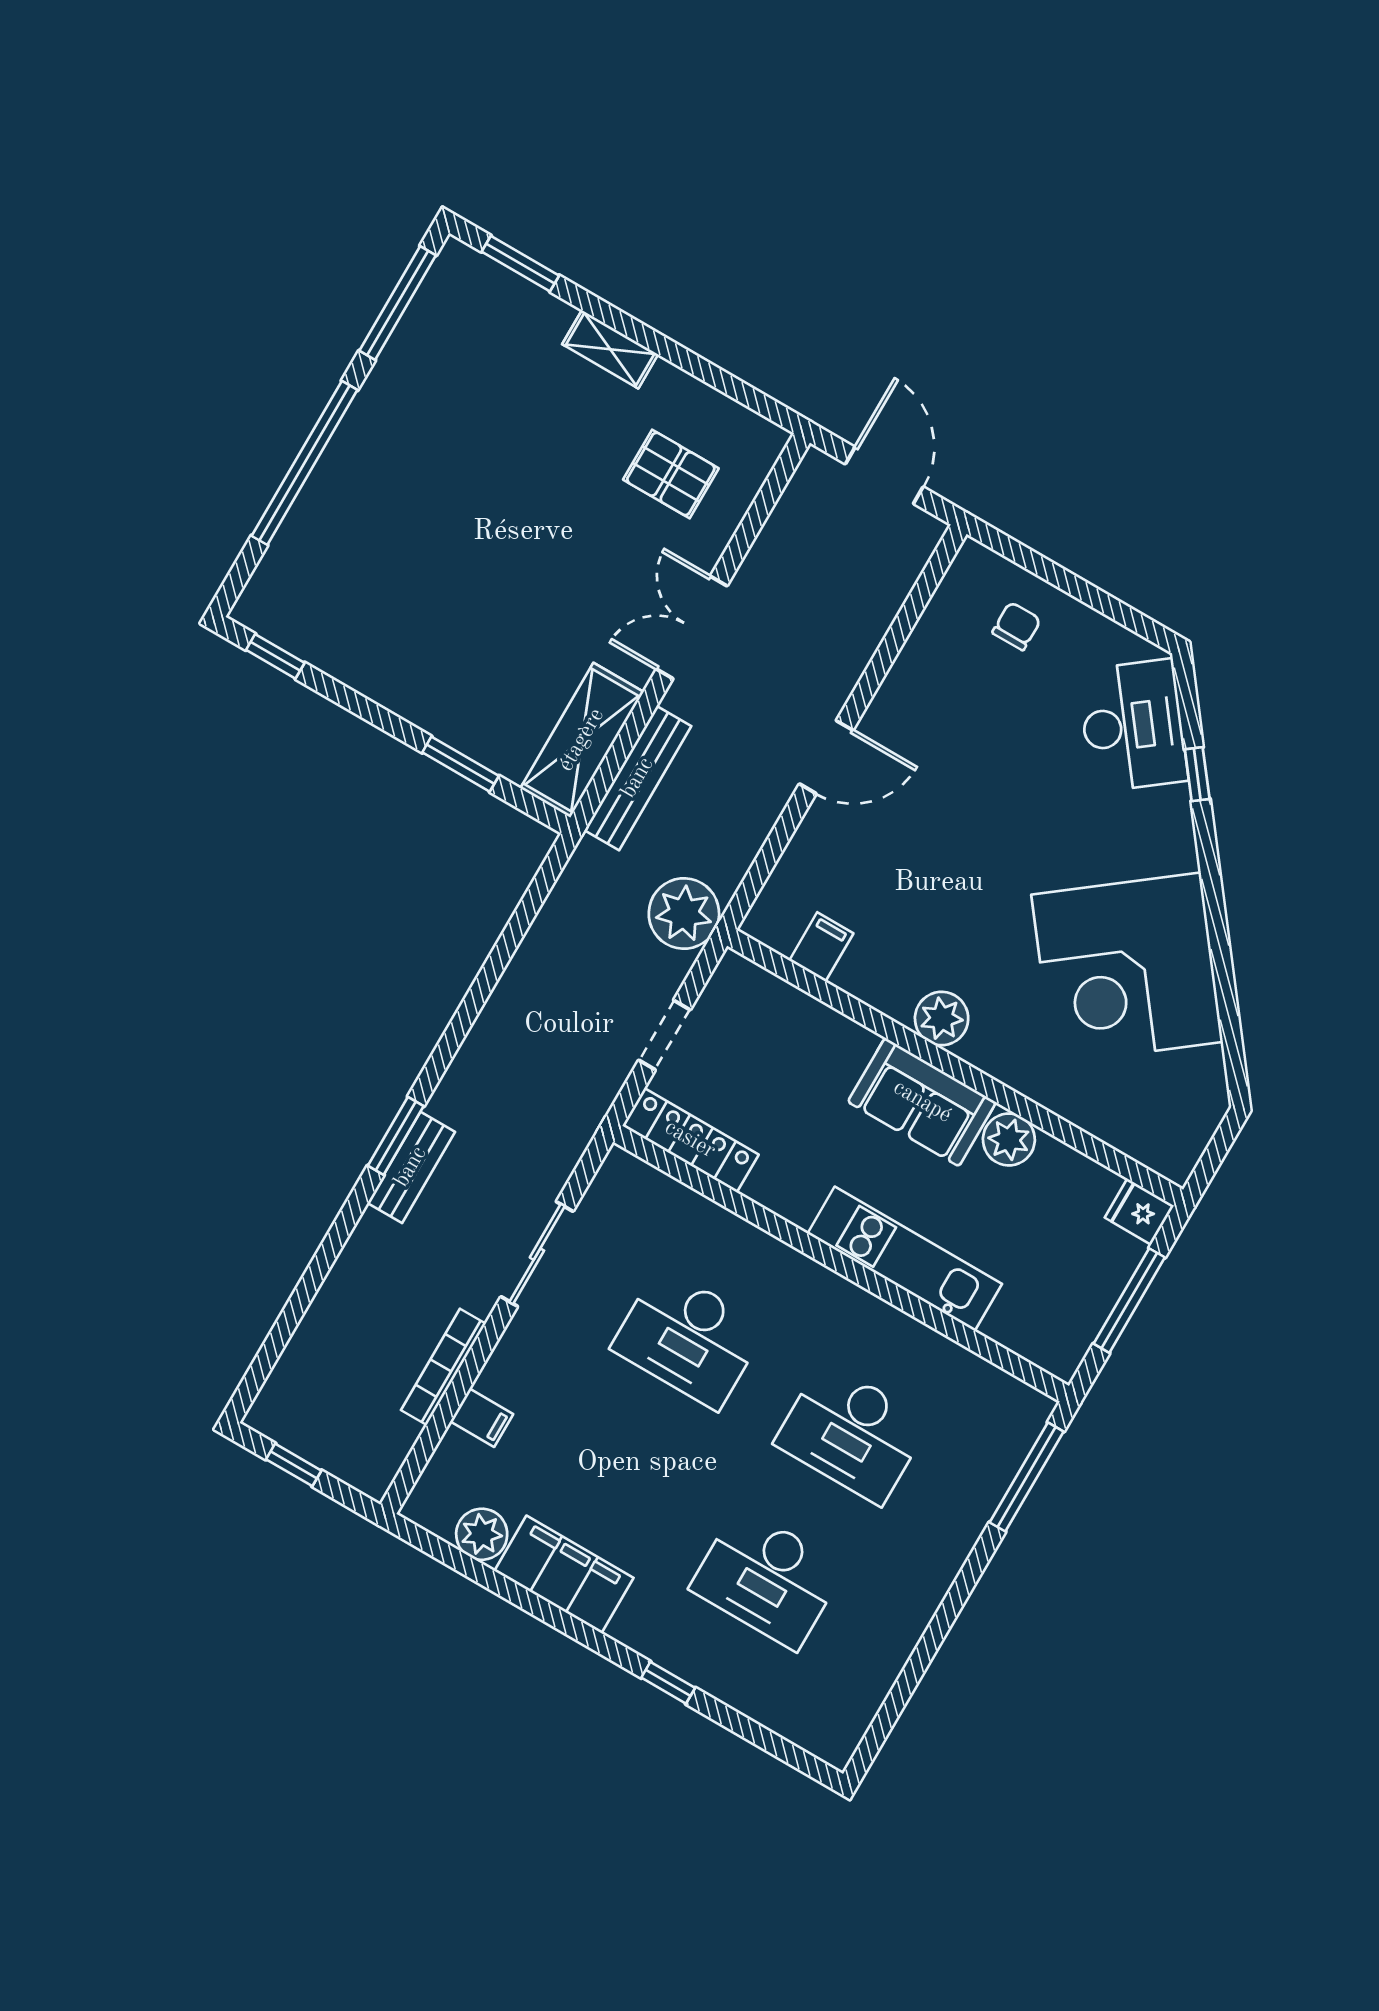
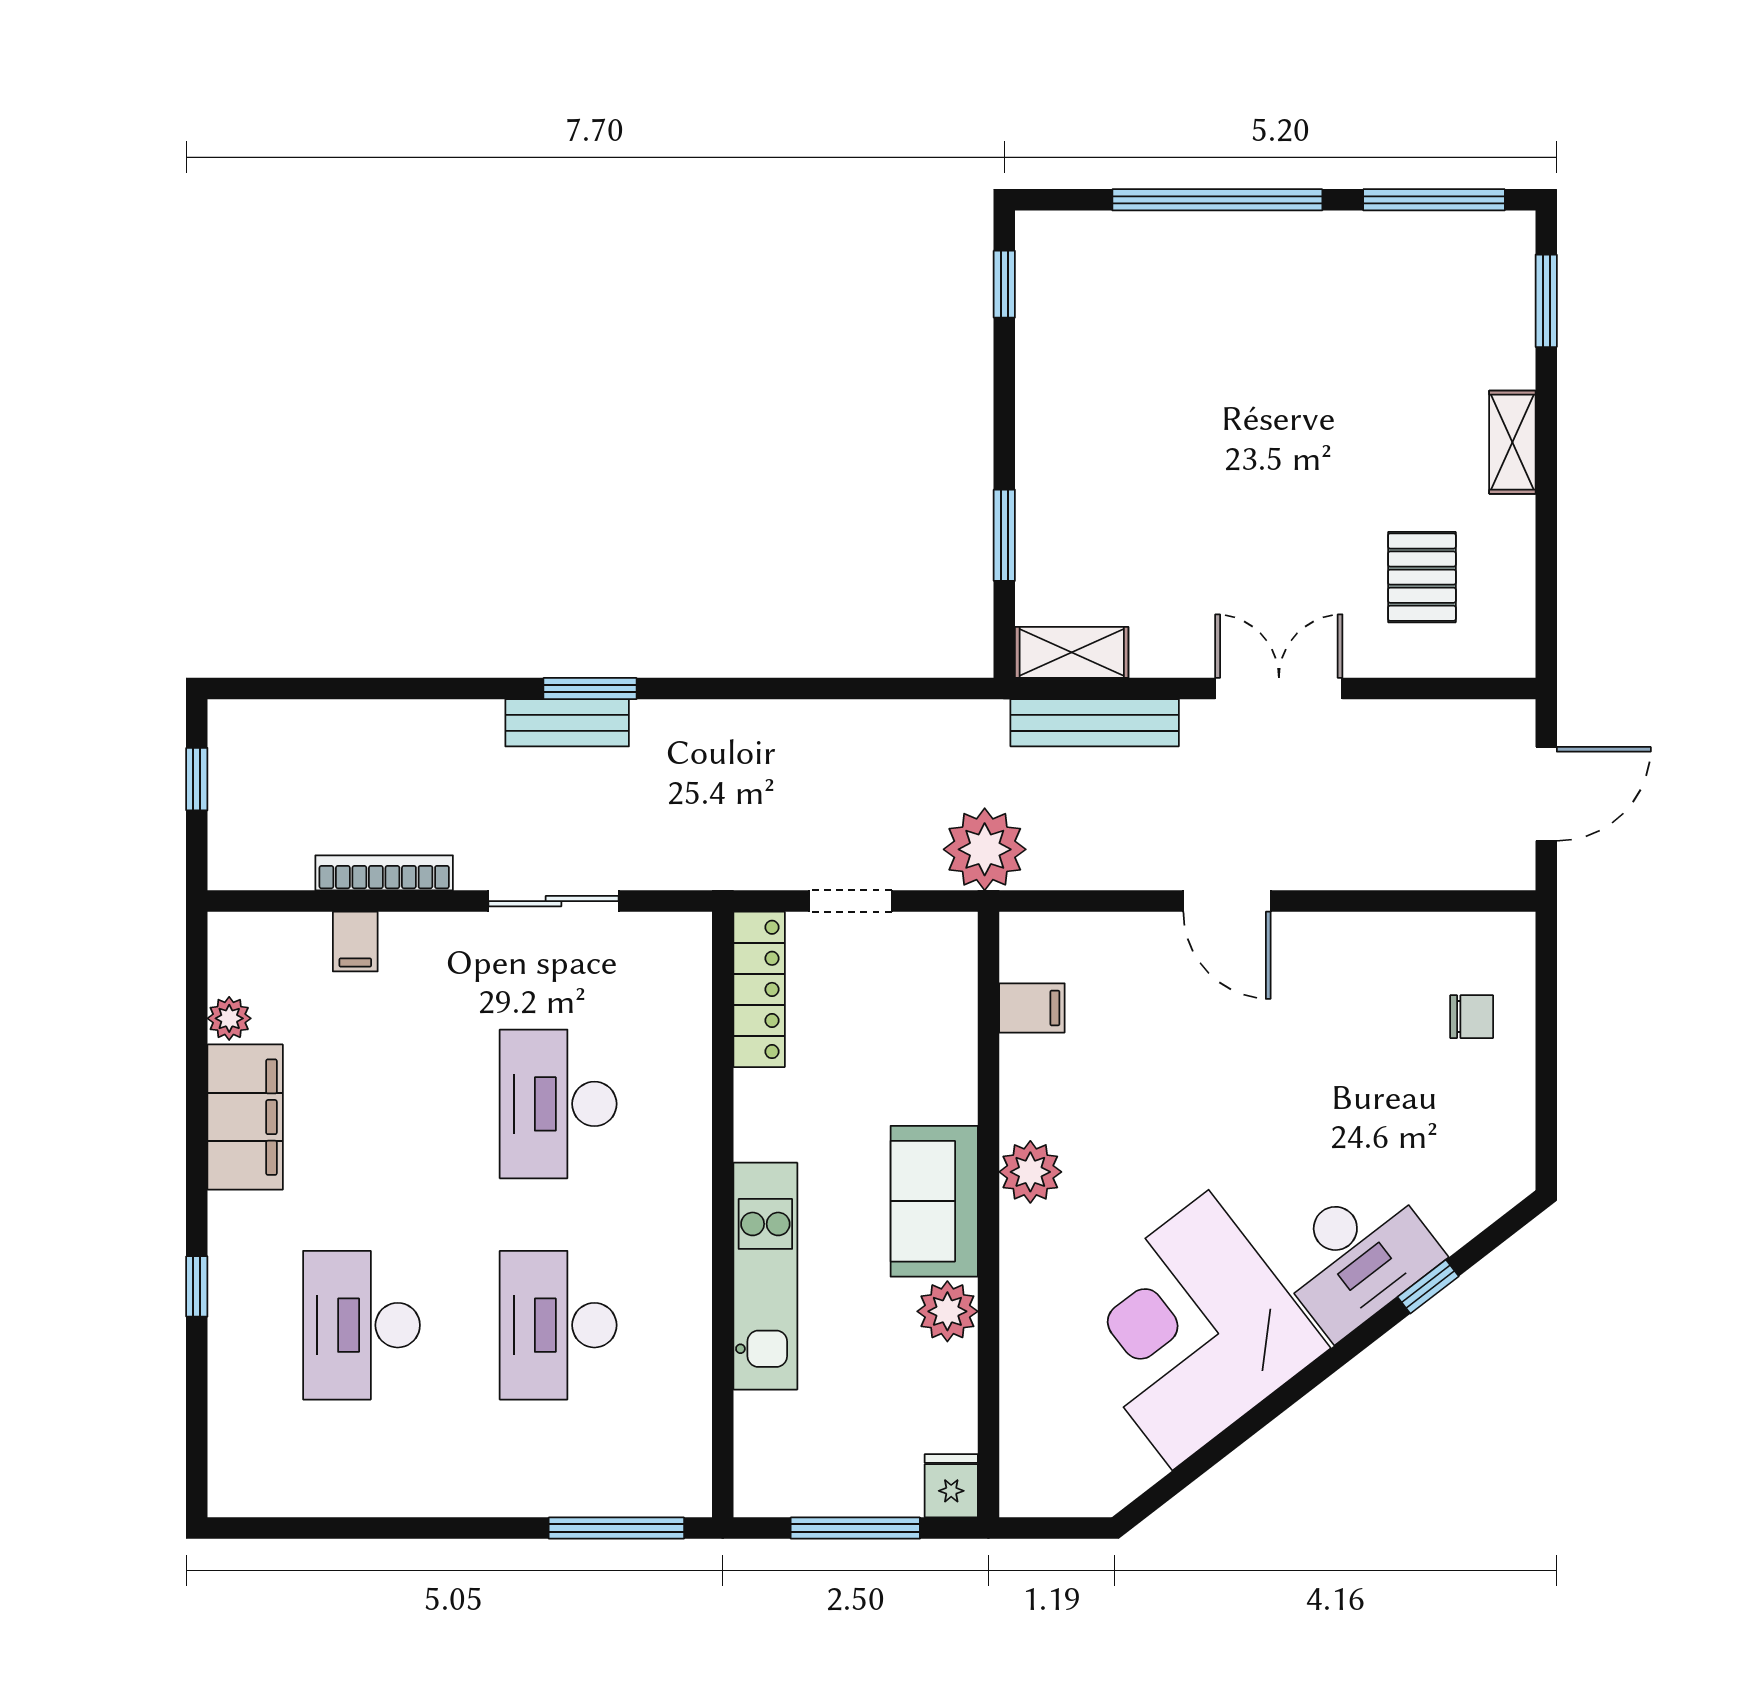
desk: (1133, 726) -> (1357, 1256), moved
shelving: (582, 740) -> (1072, 652), width x0.67, depth x0.75
plant: (482, 1534) -> (229, 1018), width x0.73, depth x0.73

